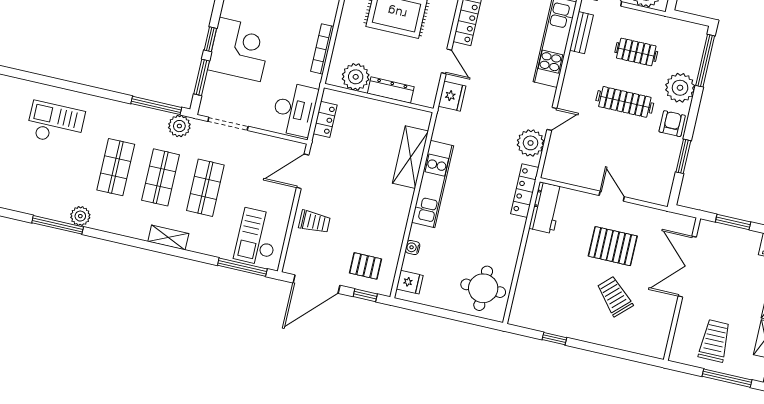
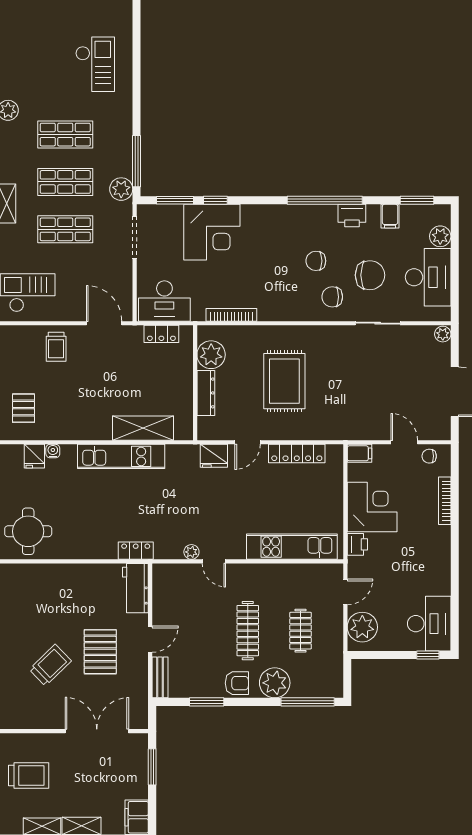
bench: (581, 33) -> (160, 677), moved, turned 90
plant: (531, 143) -> (191, 552), width x0.53, depth x0.53
locker: (525, 191) -> (136, 551), width x0.66
workbench: (546, 208) -> (135, 588), moved, turned 90
fridge: (410, 282) -> (34, 456), moved

